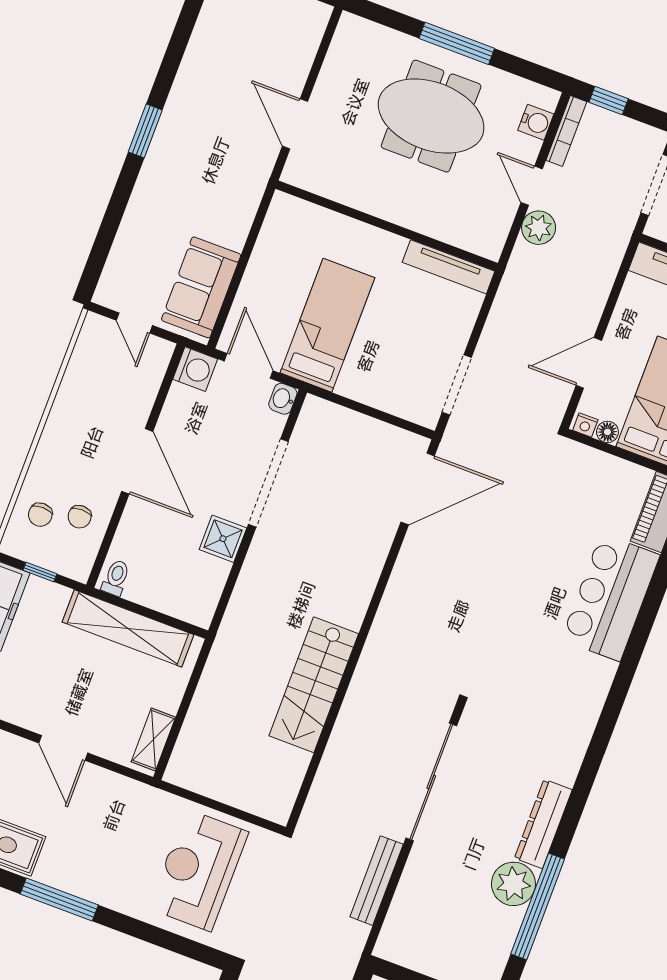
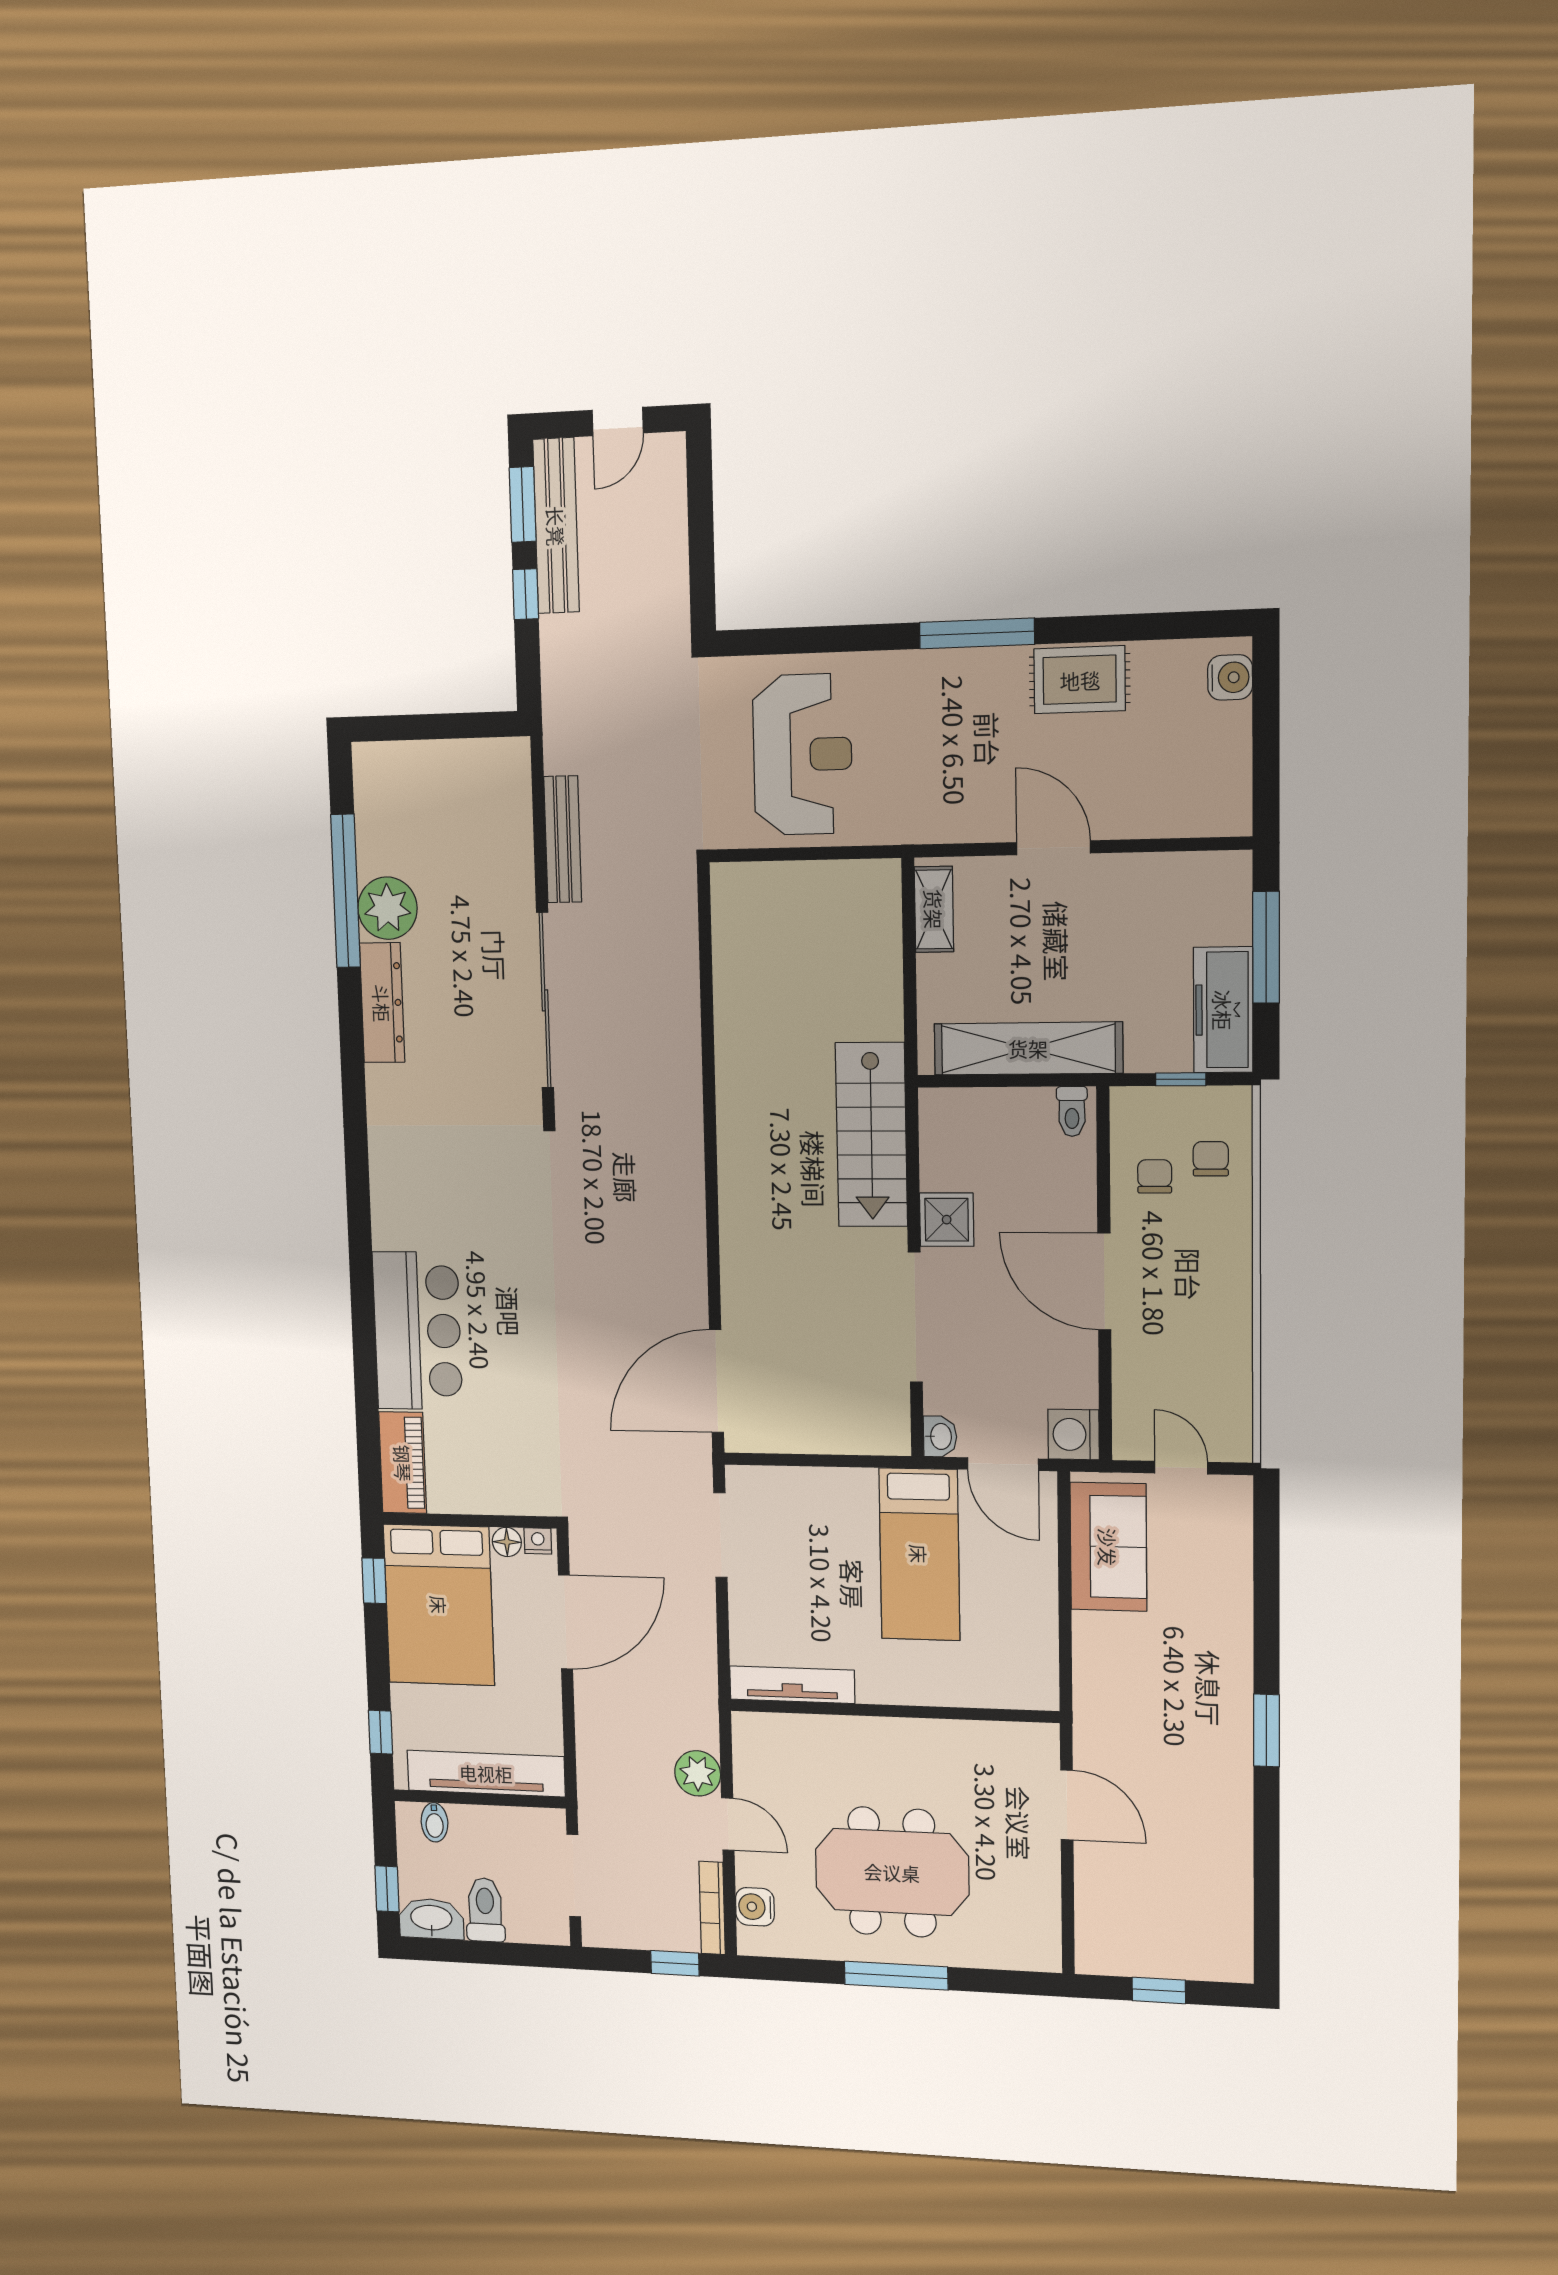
door: (589, 363) -> (565, 1622), width x1.36
stairs: (314, 685) -> (871, 1135), moved, turned 180

